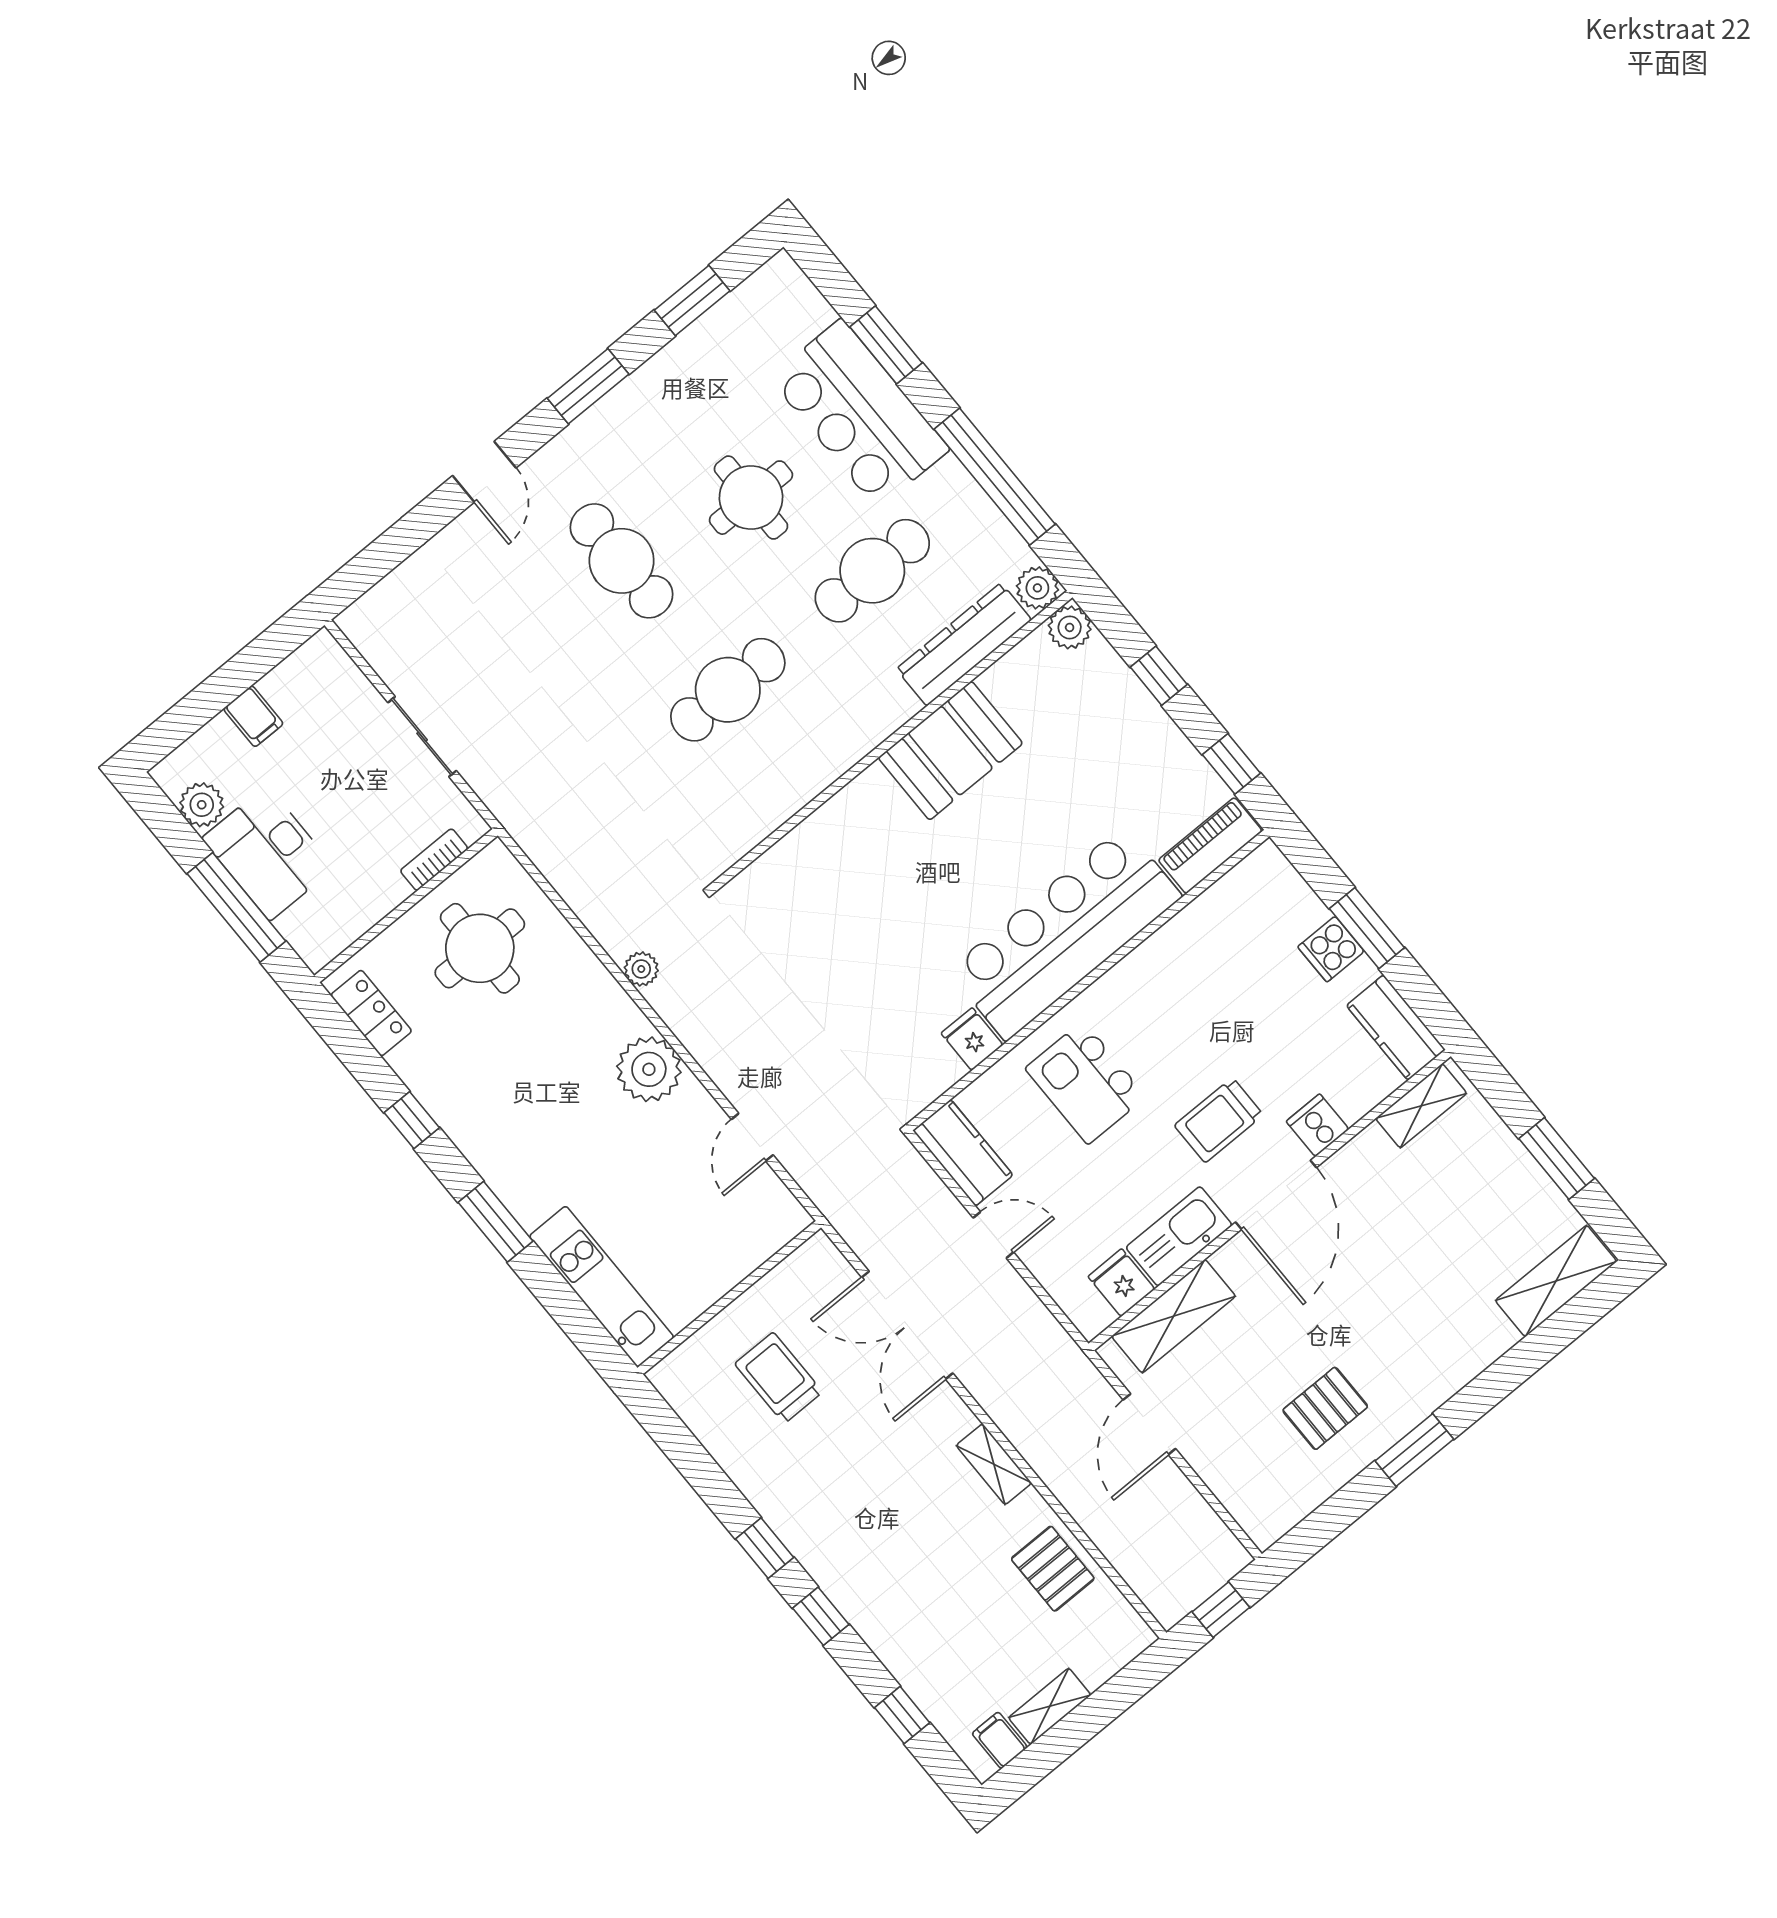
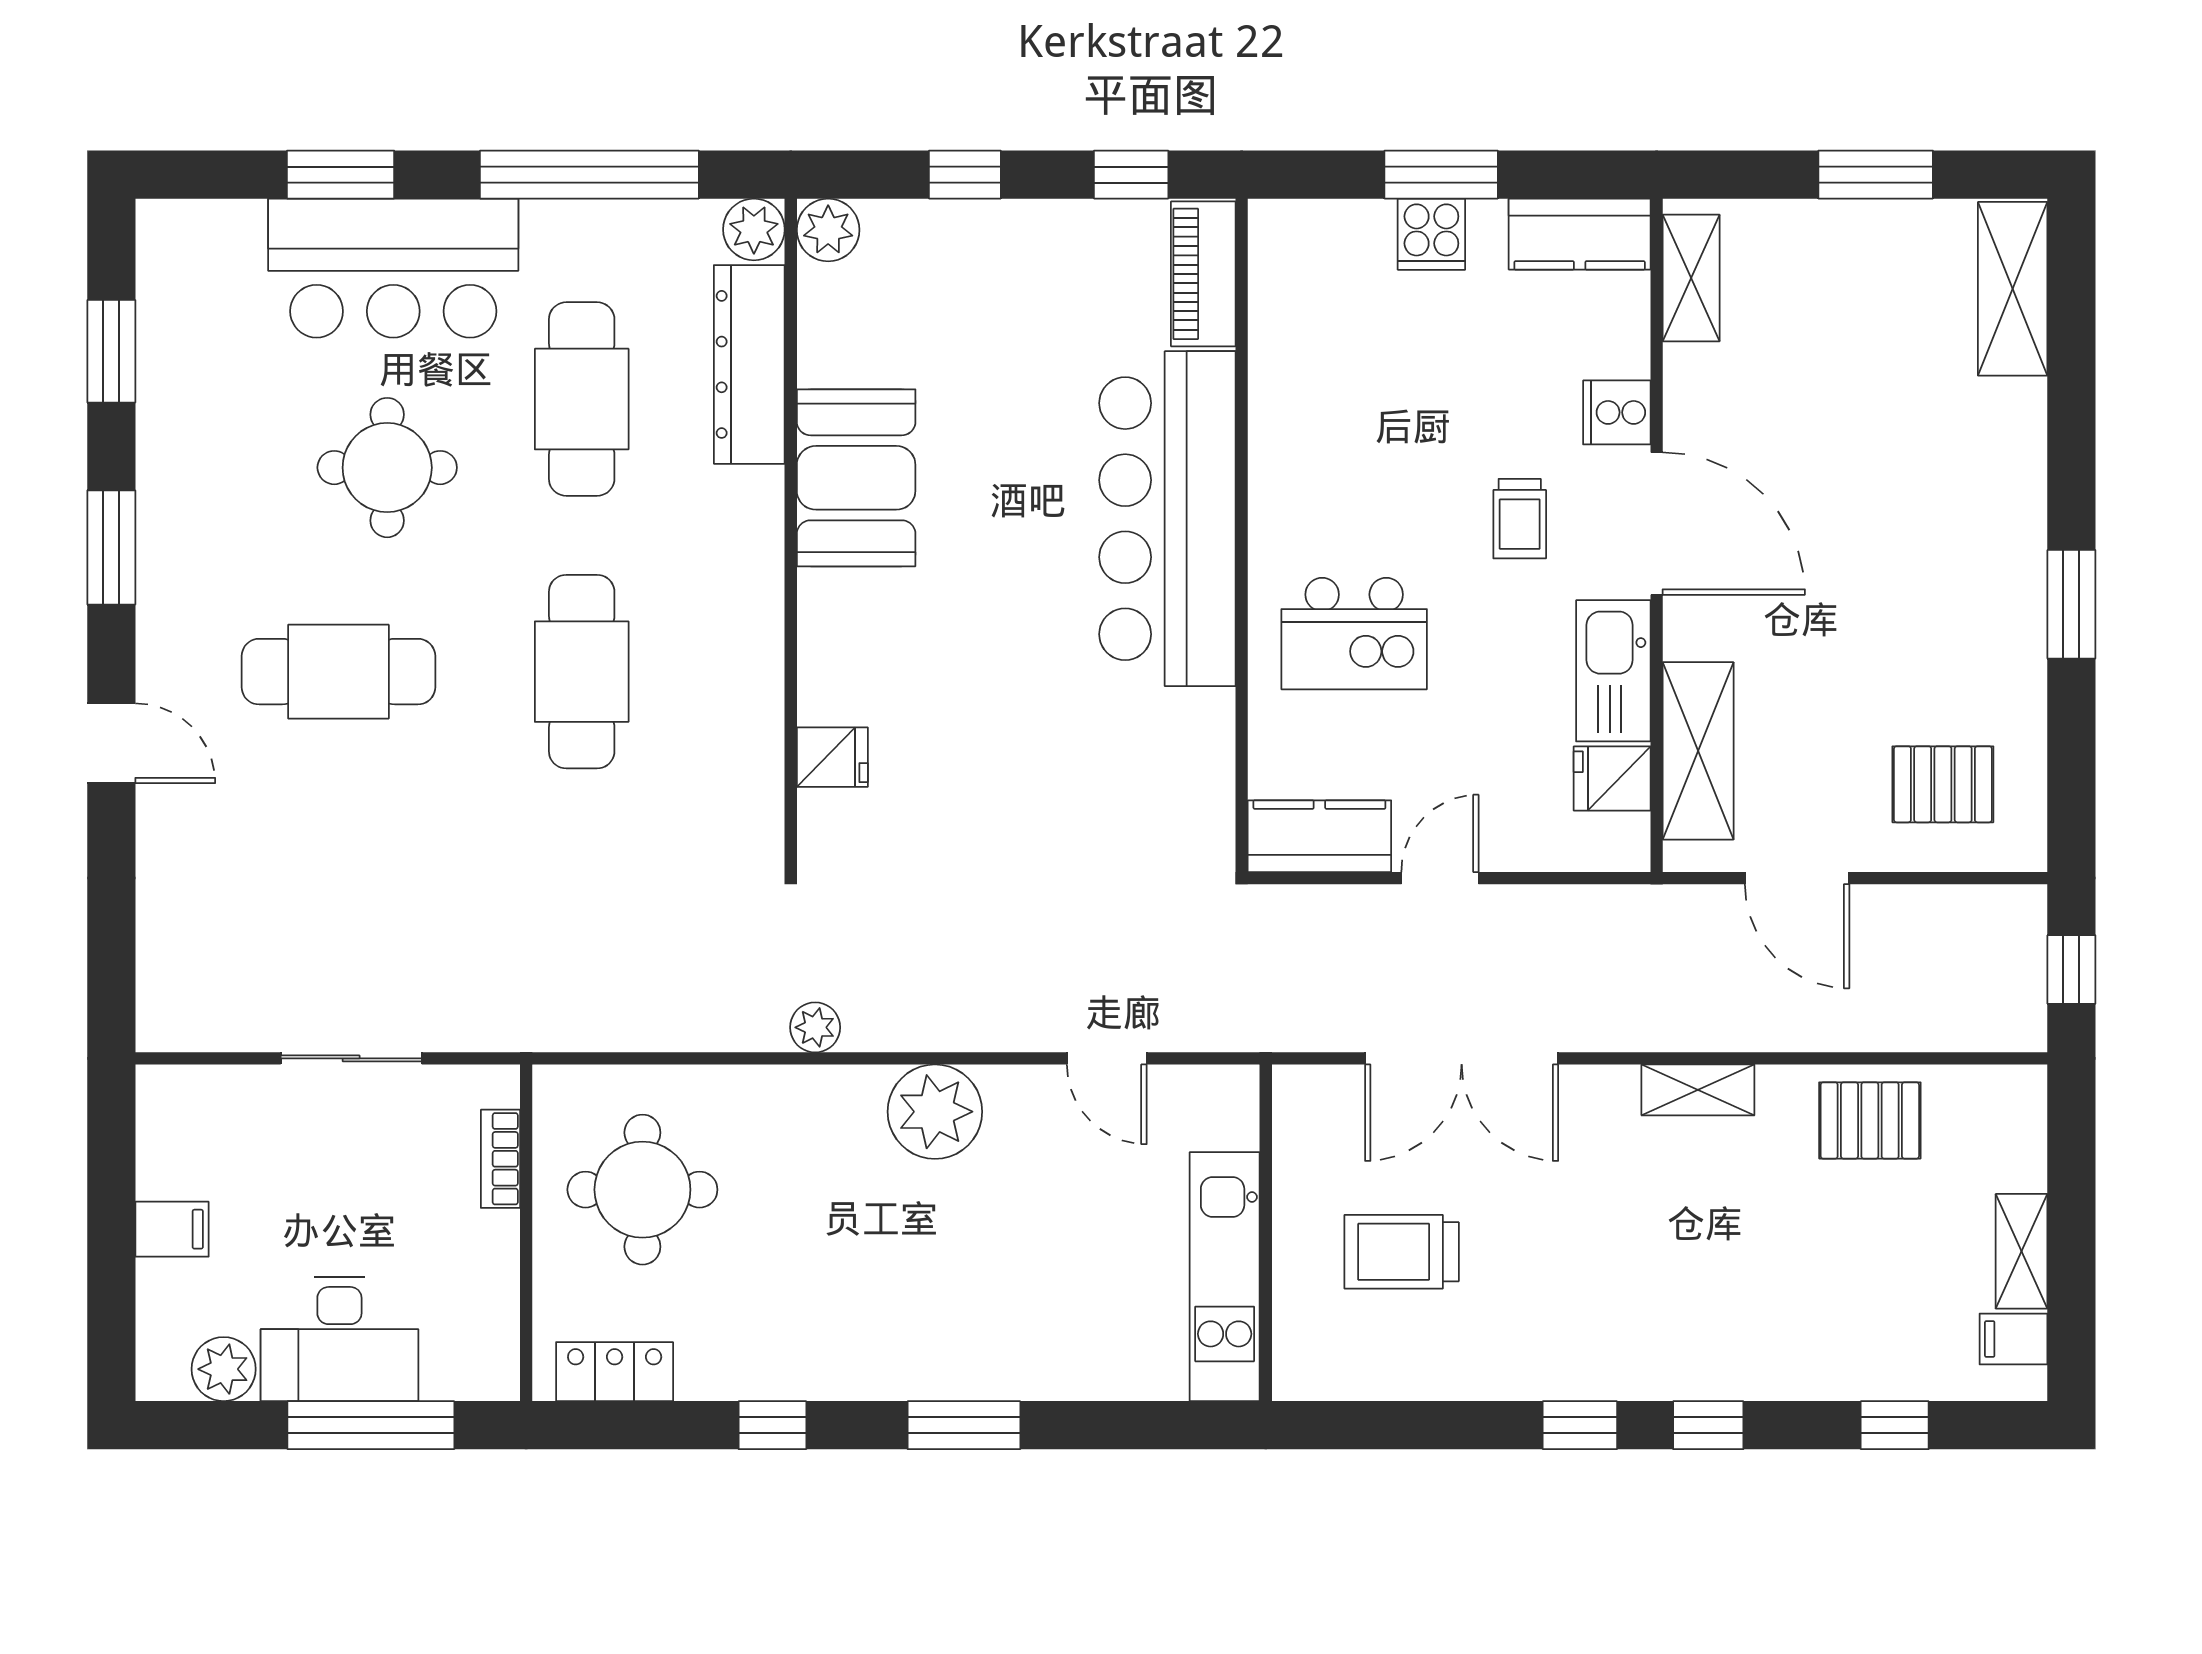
fridge: (972, 1039) -> (832, 757), moved, turned 180
trolley: (1219, 1120) -> (1520, 519), width x0.73, depth x0.72
kitchen unit: (602, 1287) -> (1225, 1277), moved, turned -90
pallet: (1325, 1408) -> (1943, 784), moved, turned 90

